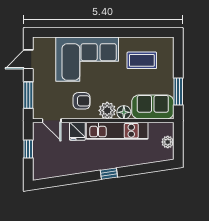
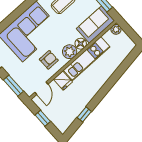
door: (52, 121) -> (41, 88), hinge flipped
plant: (168, 142) -> (116, 29), moved
window: (109, 174) -> (84, 114), moved

